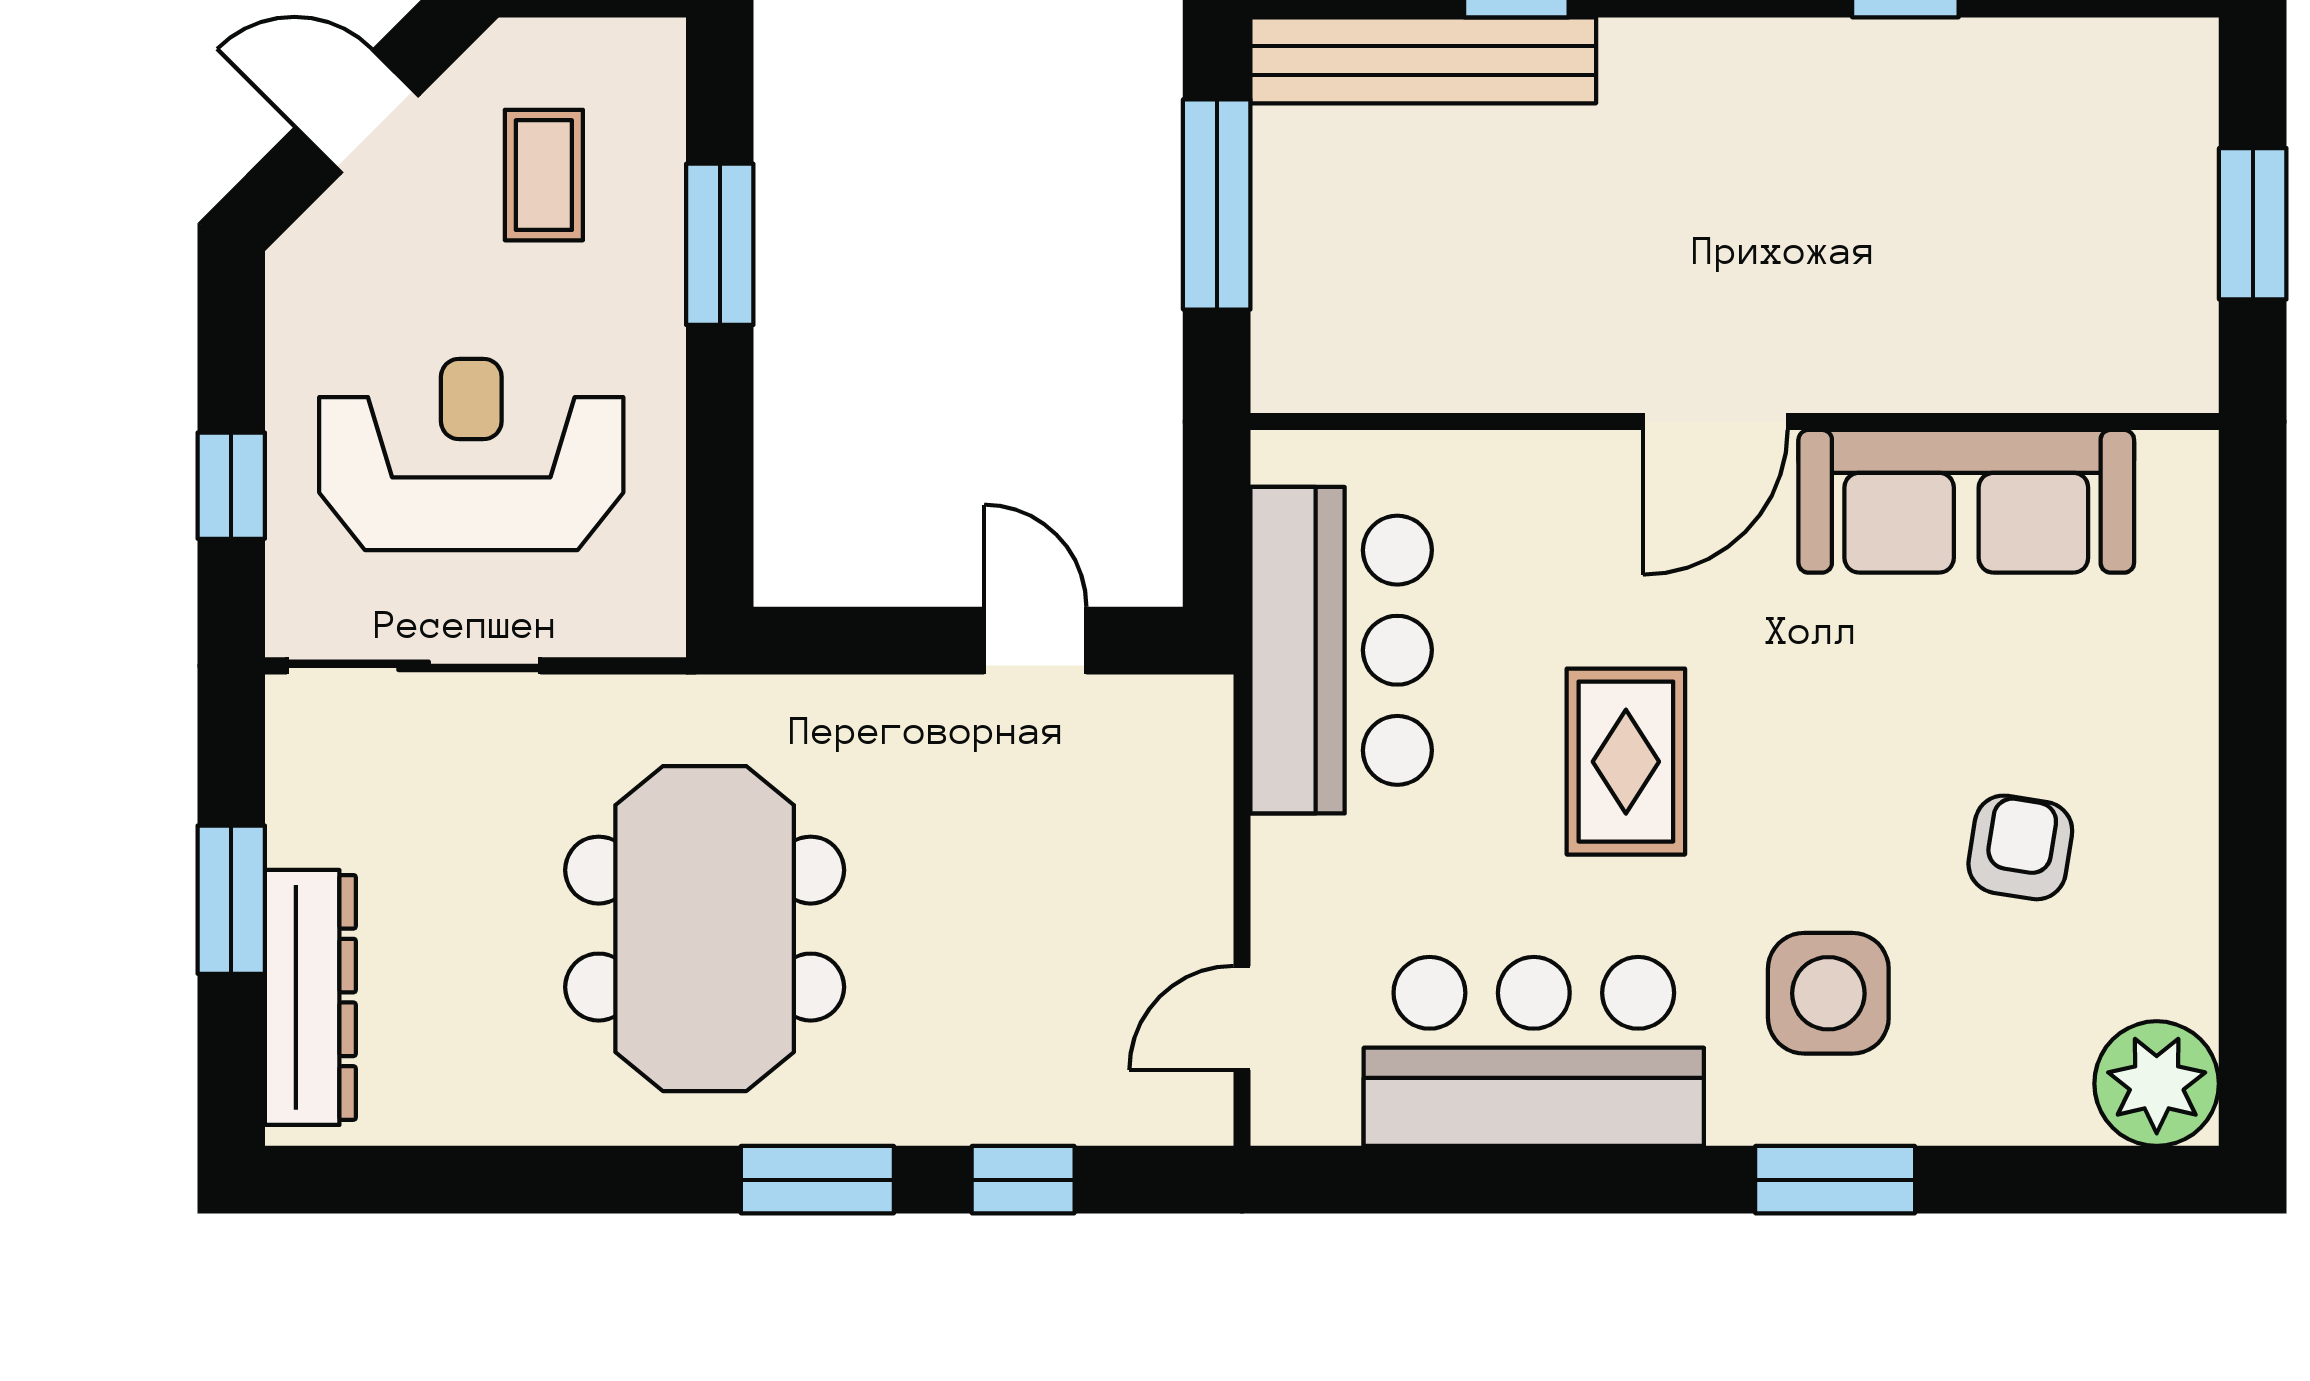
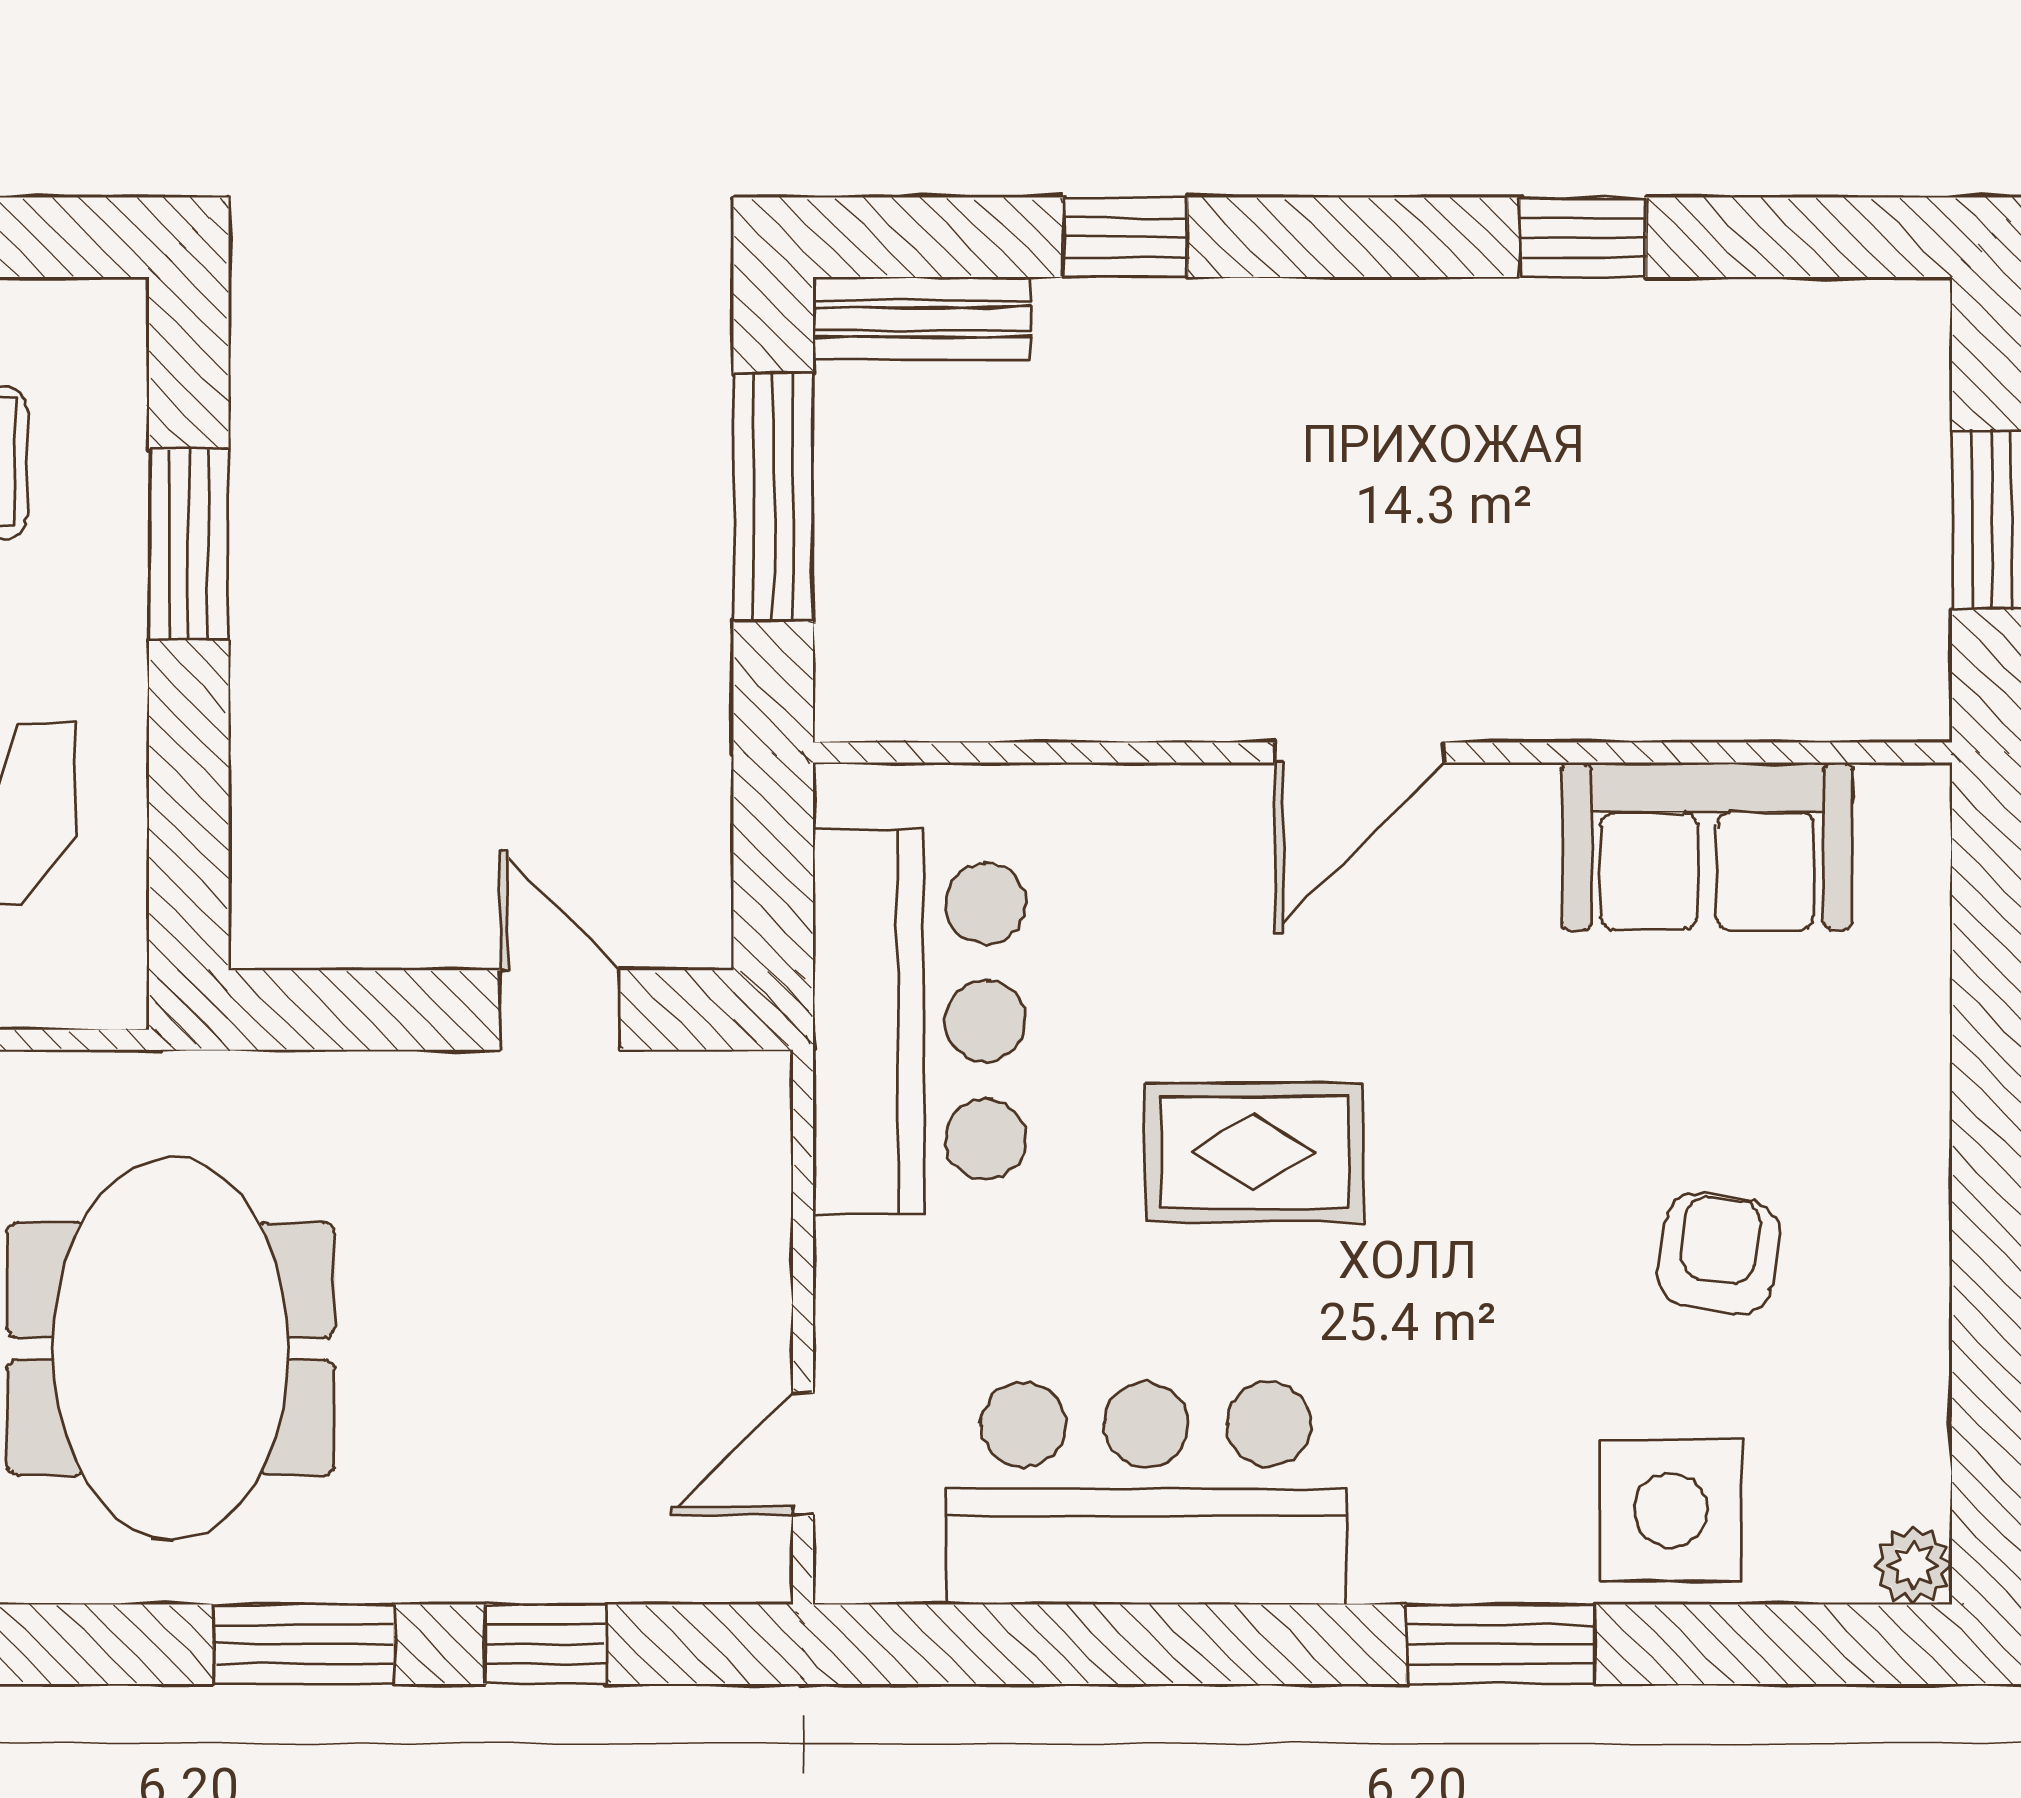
bench: (1423, 60) -> (922, 319), width x0.54, depth x0.82
sofa: (1966, 501) -> (1707, 846), width x0.73
rug: (1626, 762) -> (1255, 1152), turned 90
side table: (1828, 993) -> (1671, 1510), moved
plant: (2157, 1084) -> (1913, 1565), width x0.53, depth x0.53

